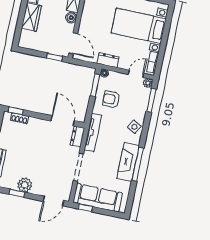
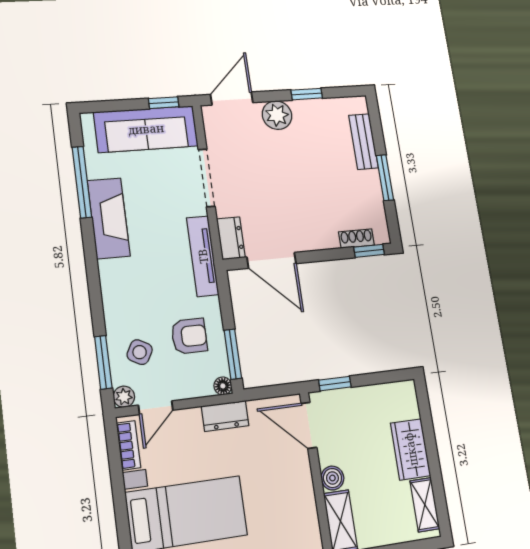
side table: (134, 127) -> (140, 352), moved
window: (138, 164) -> (82, 182), moved
plant: (25, 185) -> (277, 115), moved

